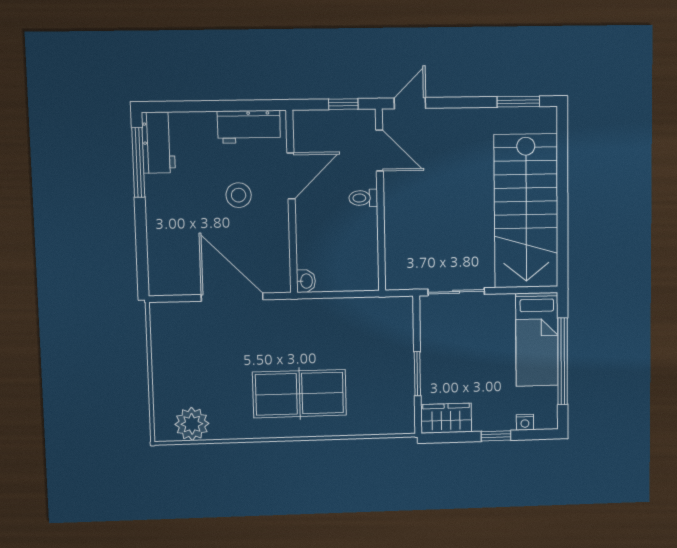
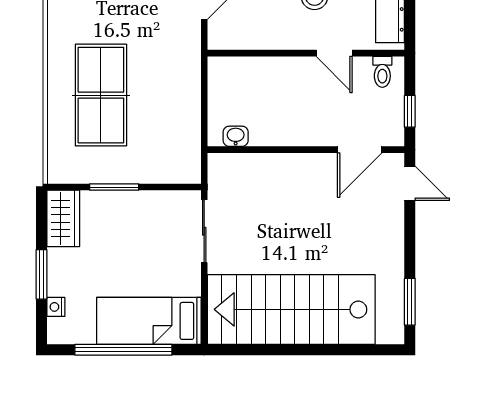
door: (291, 176) -> (334, 53), width x0.73
toilet: (363, 198) -> (382, 72), moved, turned 180
washbasin: (306, 281) -> (236, 136), moved, turned 180
table tennis table: (299, 394) -> (101, 95), moved
window: (496, 436) -> (41, 274), width x1.50

